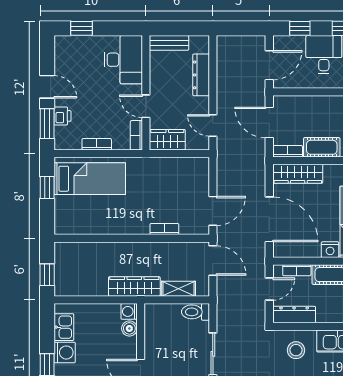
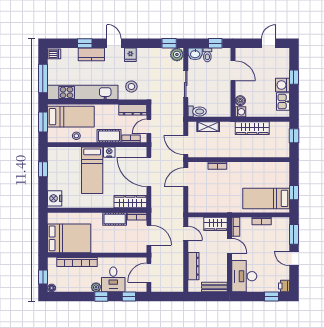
printer: (62, 116) -> (284, 286), moved
wardrobe: (134, 286) -> (252, 128), moved

